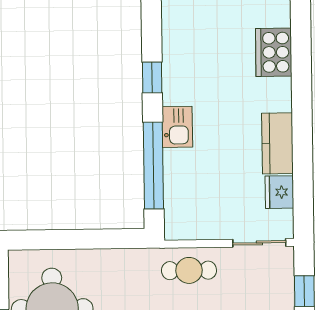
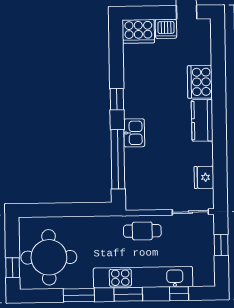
kitchen counter: (277, 143) -> (202, 120), moved

